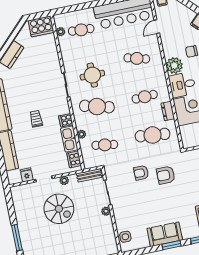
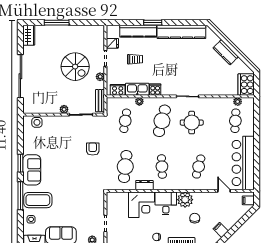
trolley: (36, 119) -> (135, 59), moved
armchair: (166, 175) -> (86, 171), removed
spiral stairs: (59, 209) -> (75, 67), turned -90
sofa: (165, 234) -> (32, 170), moved

